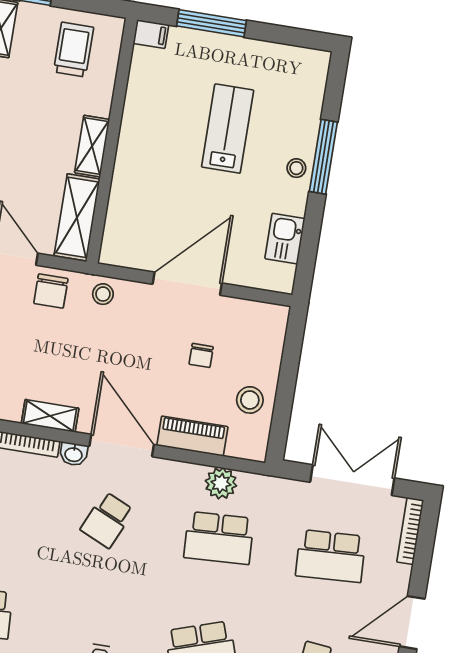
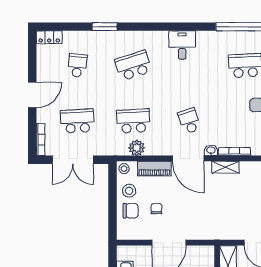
chair: (51, 291) -> (131, 211), moved, turned 90
stool: (103, 294) -> (124, 169), moved
school desk: (107, 520) -> (189, 121), turned -42

